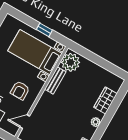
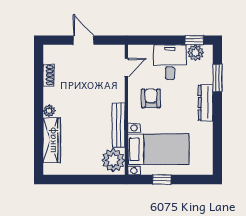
bench: (55, 80) -> (119, 125), width x1.36
wardrobe: (105, 100) -> (52, 140), width x1.50

